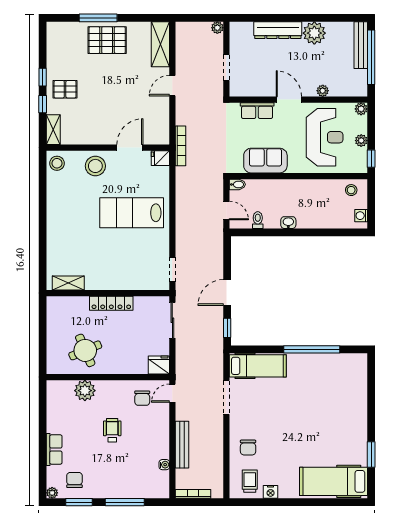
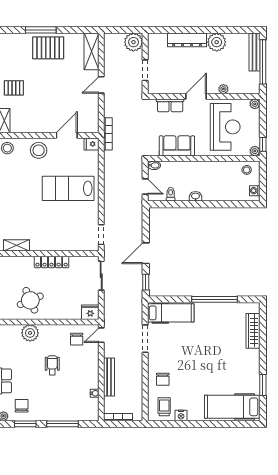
plant: (217, 28) -> (133, 42), width x1.88, depth x1.88
door: (289, 100) -> (196, 96), hinge flipped
plant: (361, 141) -> (255, 151), moved
wardrobe: (359, 388) -> (253, 331), added

